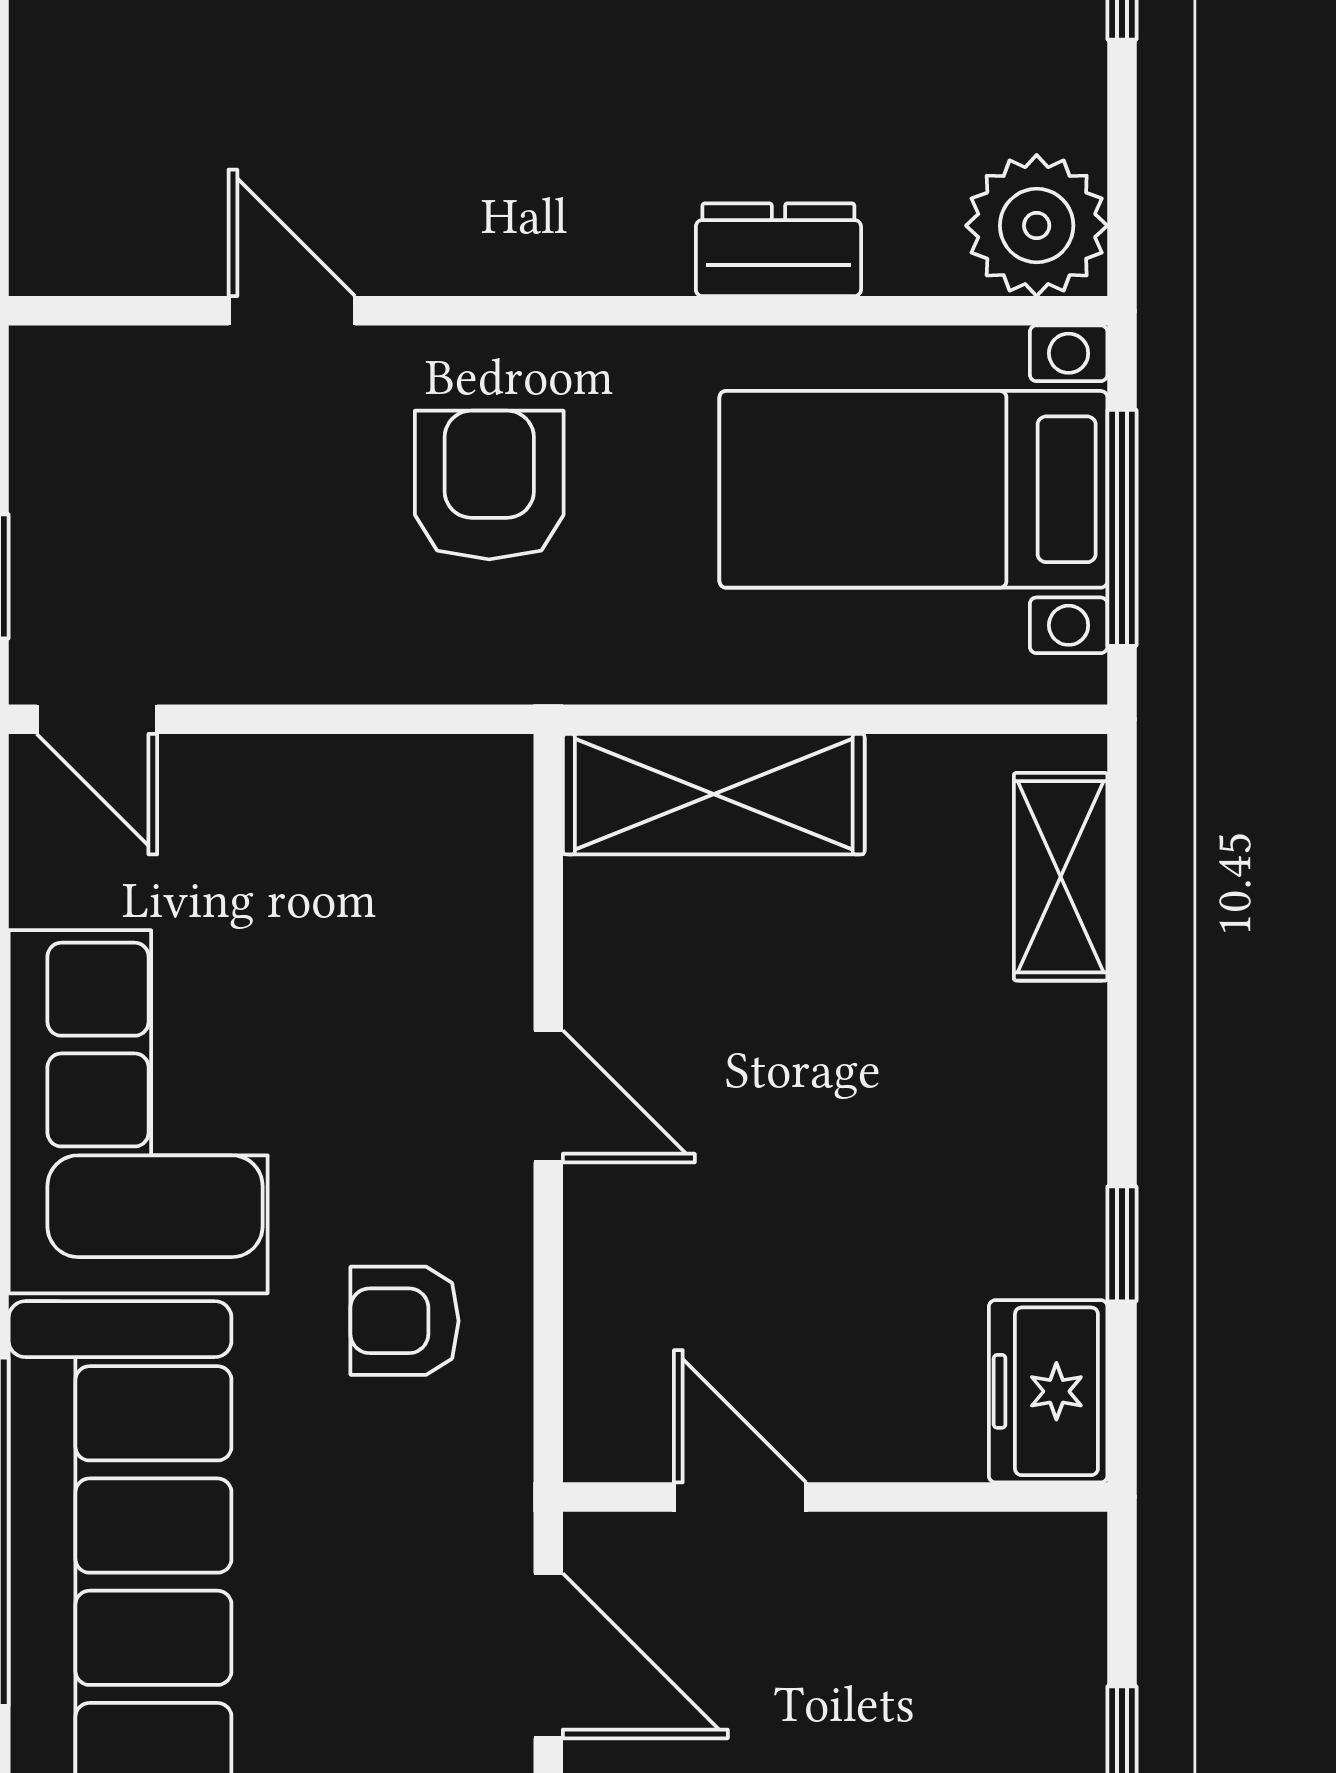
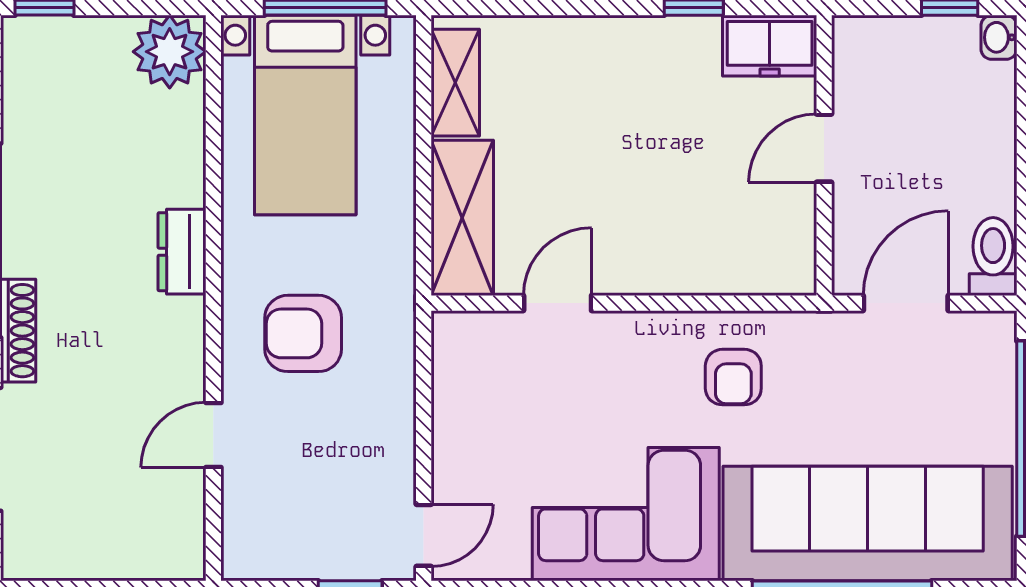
dresser: (778, 250) -> (182, 252), moved
shelving: (1061, 877) -> (455, 83), moved, turned 90
door: (548, 1096) -> (558, 303), moved
door: (740, 1497) -> (824, 148), moved

